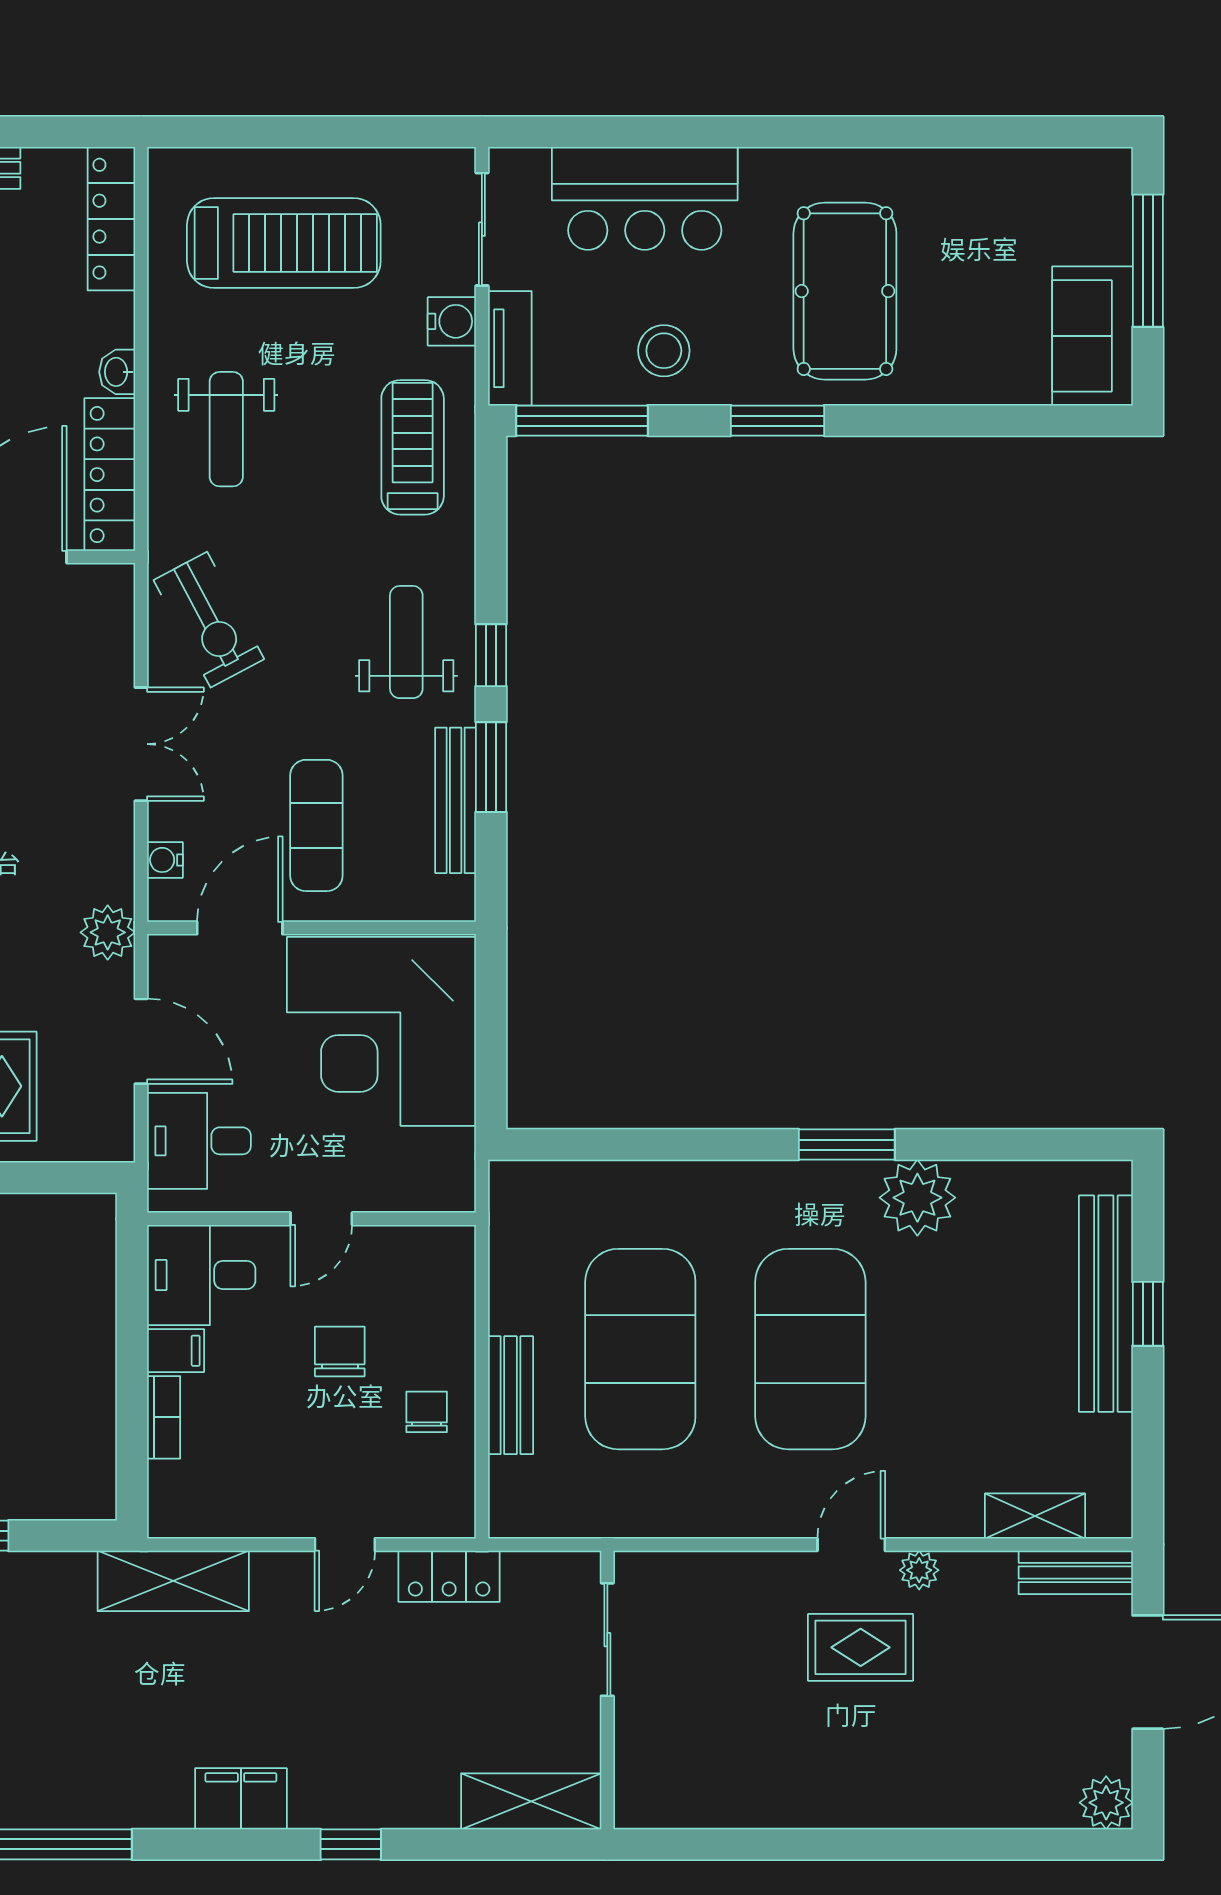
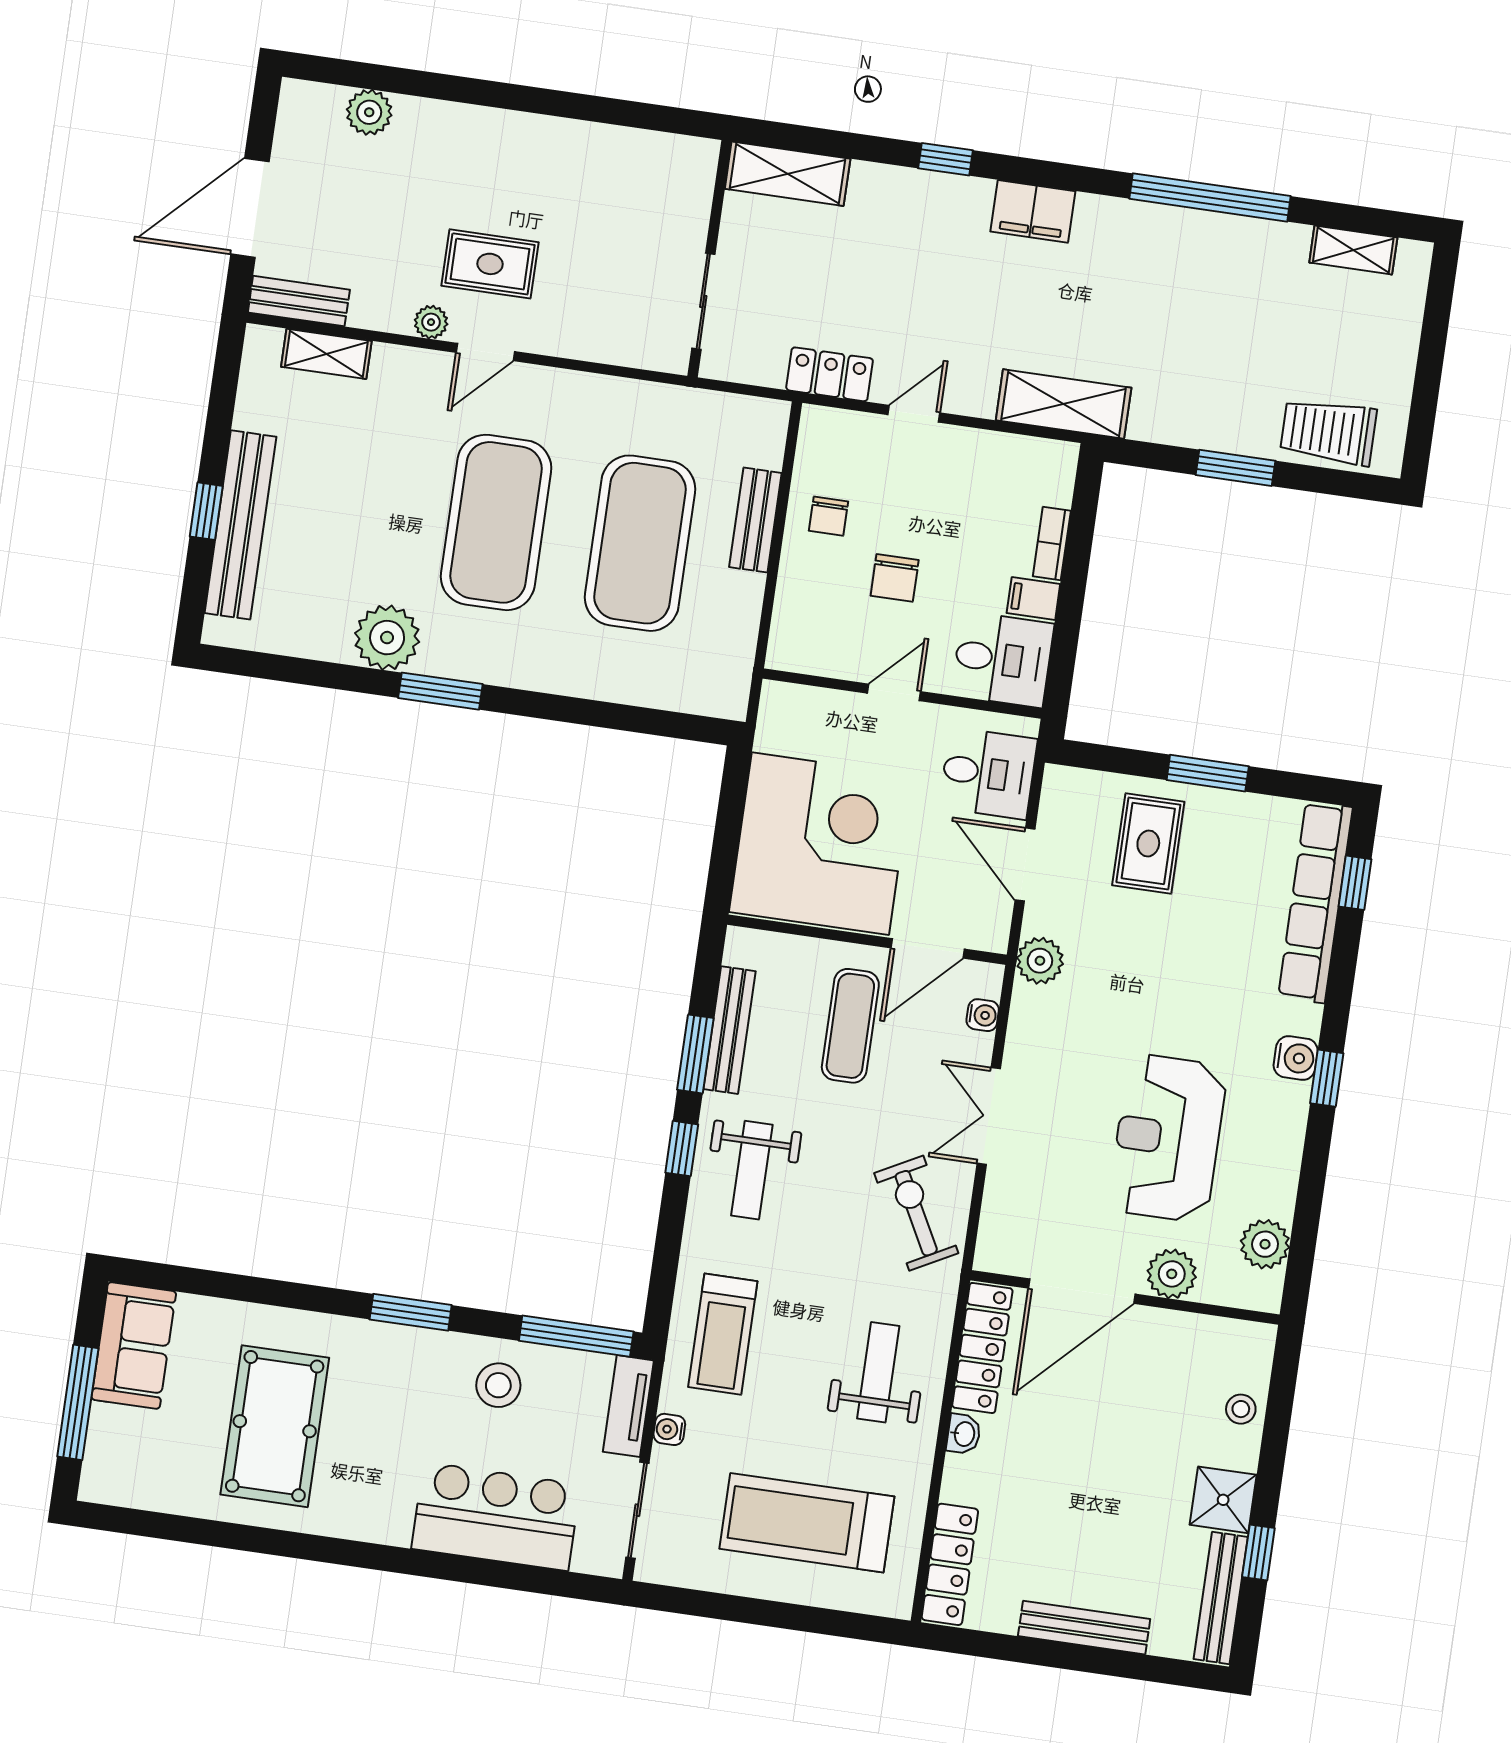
pool table: (845, 291) -> (275, 1426), moved
water cooler: (452, 321) -> (669, 1429), width x0.72, depth x0.72
plant: (1106, 1803) -> (369, 112), moved

